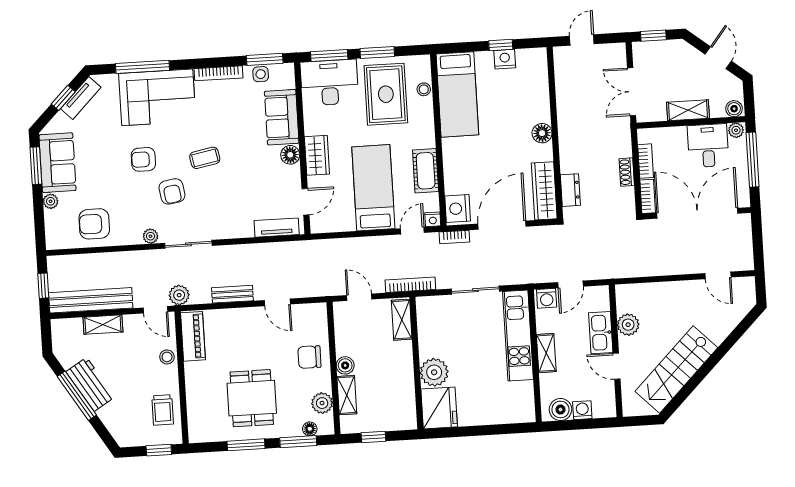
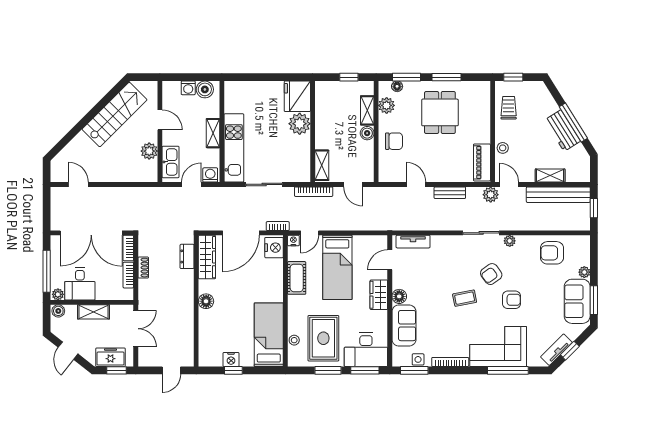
freezer: (662, 52) -> (110, 357), added
armchair: (172, 191) -> (491, 274), turned -116
armchair: (94, 224) -> (552, 253), turned 180
kitchen sink: (601, 333) -> (171, 162), moved

